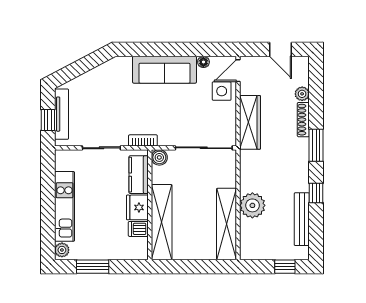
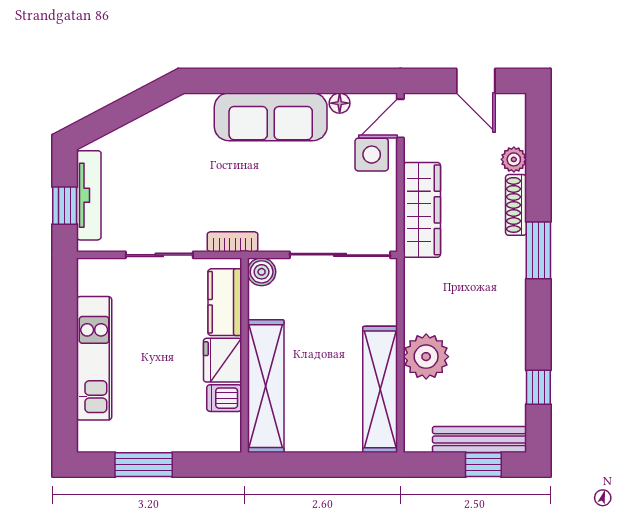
window: (316, 193) -> (538, 387), moved
bench: (302, 219) -> (479, 440), moved, turned 90
plant: (62, 250) -> (89, 435), removed

